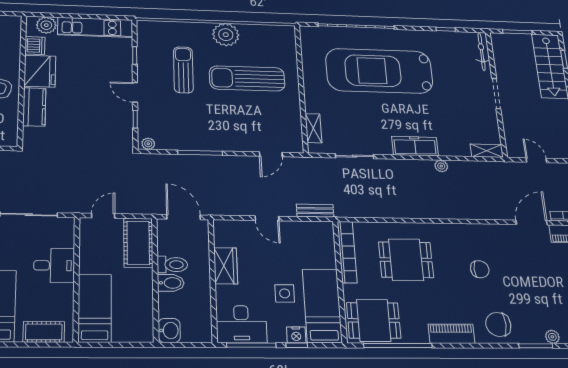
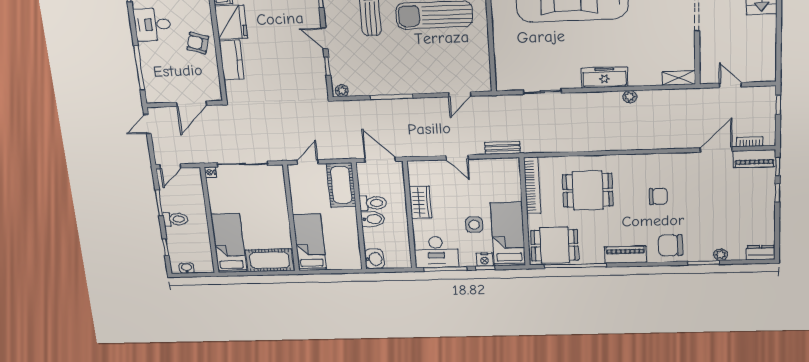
shelving: (313, 128) -> (502, 65), removed
desk: (54, 265) -> (271, 208), removed
cot: (44, 332) -> (270, 260), width x1.37, depth x1.34

